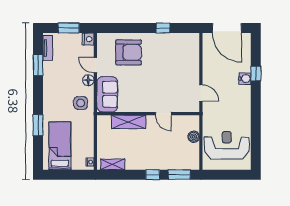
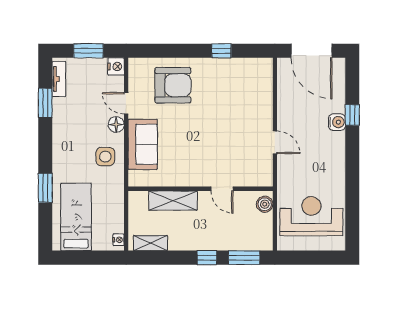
wall: (148, 114) -> (200, 189), moved
door: (163, 114) -> (222, 189), moved
shelving: (129, 122) -> (173, 201), moved

